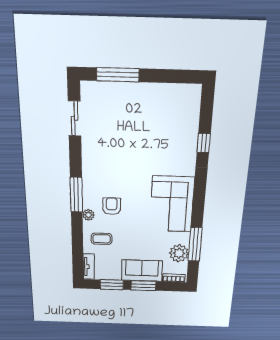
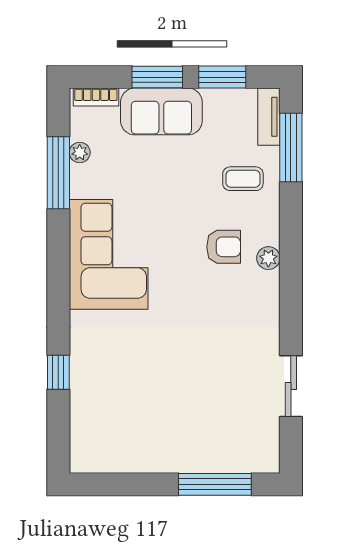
sliding door: (75, 119) -> (291, 386), moved
window: (76, 195) -> (291, 147), moved
armchair: (112, 206) -> (224, 247), turned -90
plant: (88, 215) -> (268, 258), moved
plant: (179, 253) -> (80, 153), width x0.53, depth x0.53

